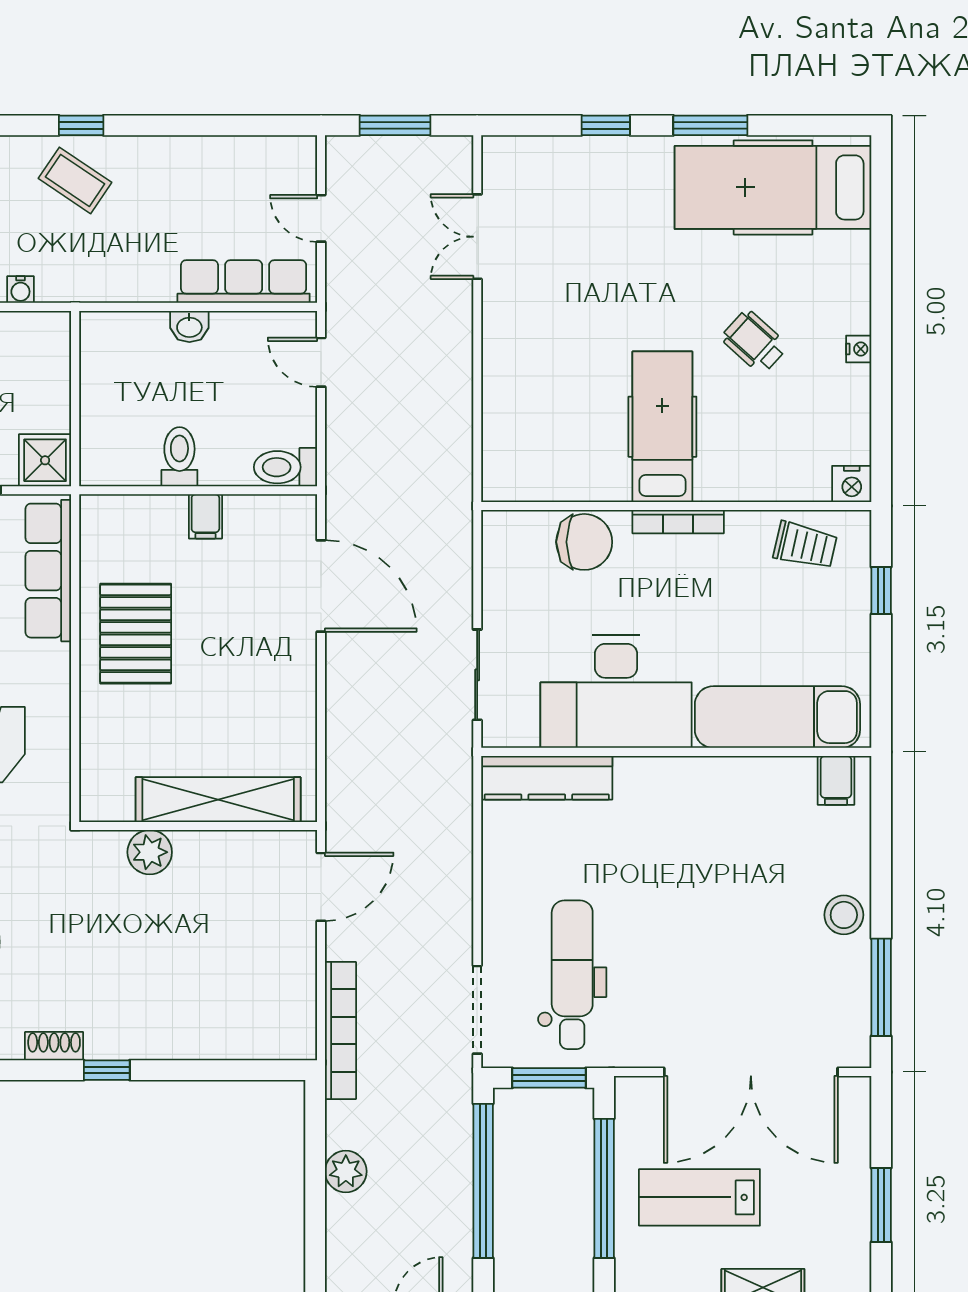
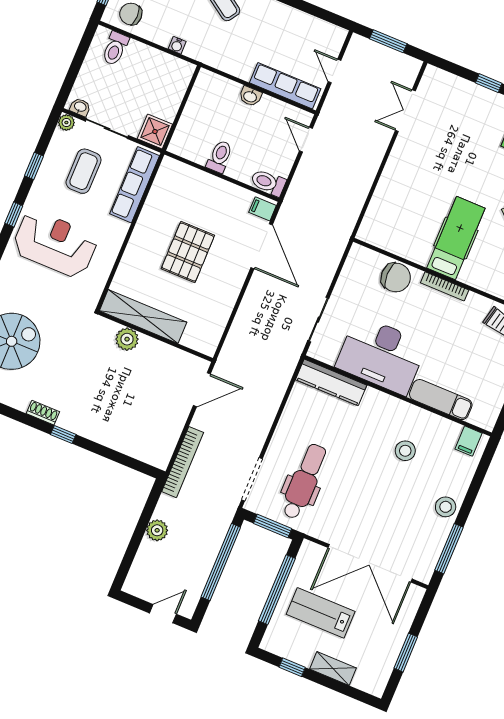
filing cabinet: (205, 516) -> (263, 209), moved, turned 90
pallet: (136, 634) -> (188, 252), moved
exam couch: (777, 717) -> (441, 400), width x0.73, depth x0.69
shelving: (218, 800) -> (143, 316), moved
stool: (730, 845) -> (405, 451), added

